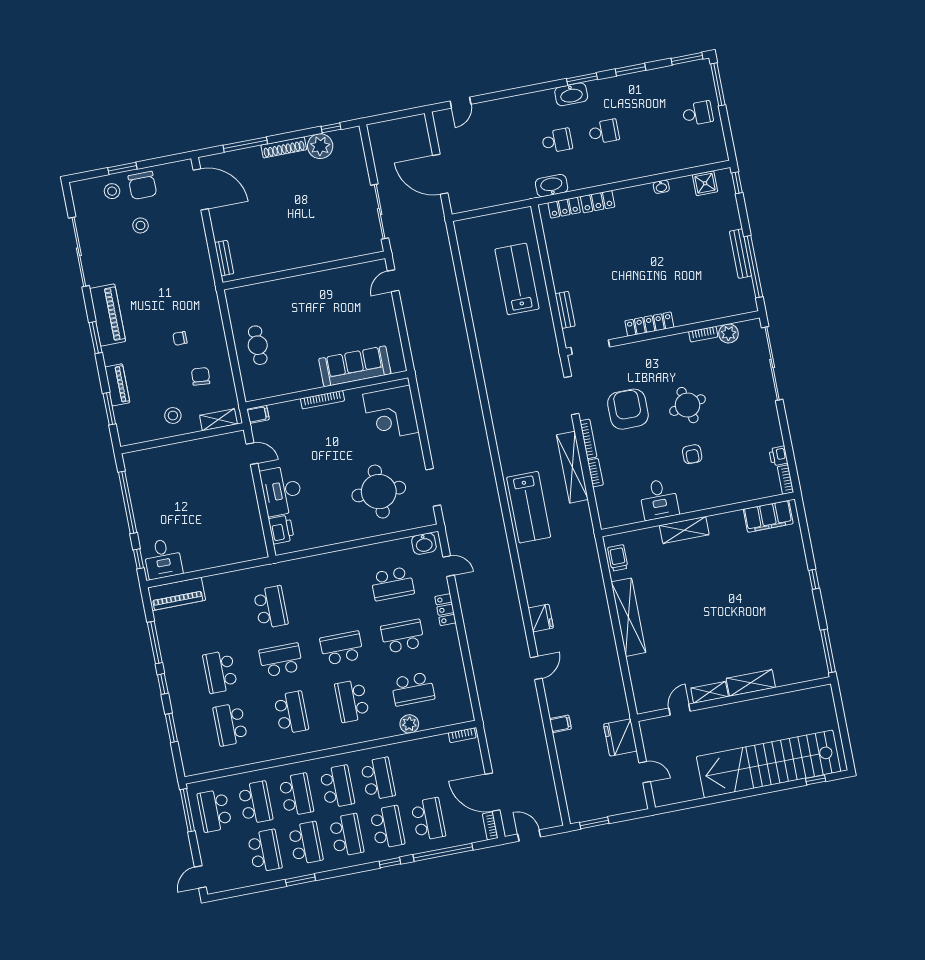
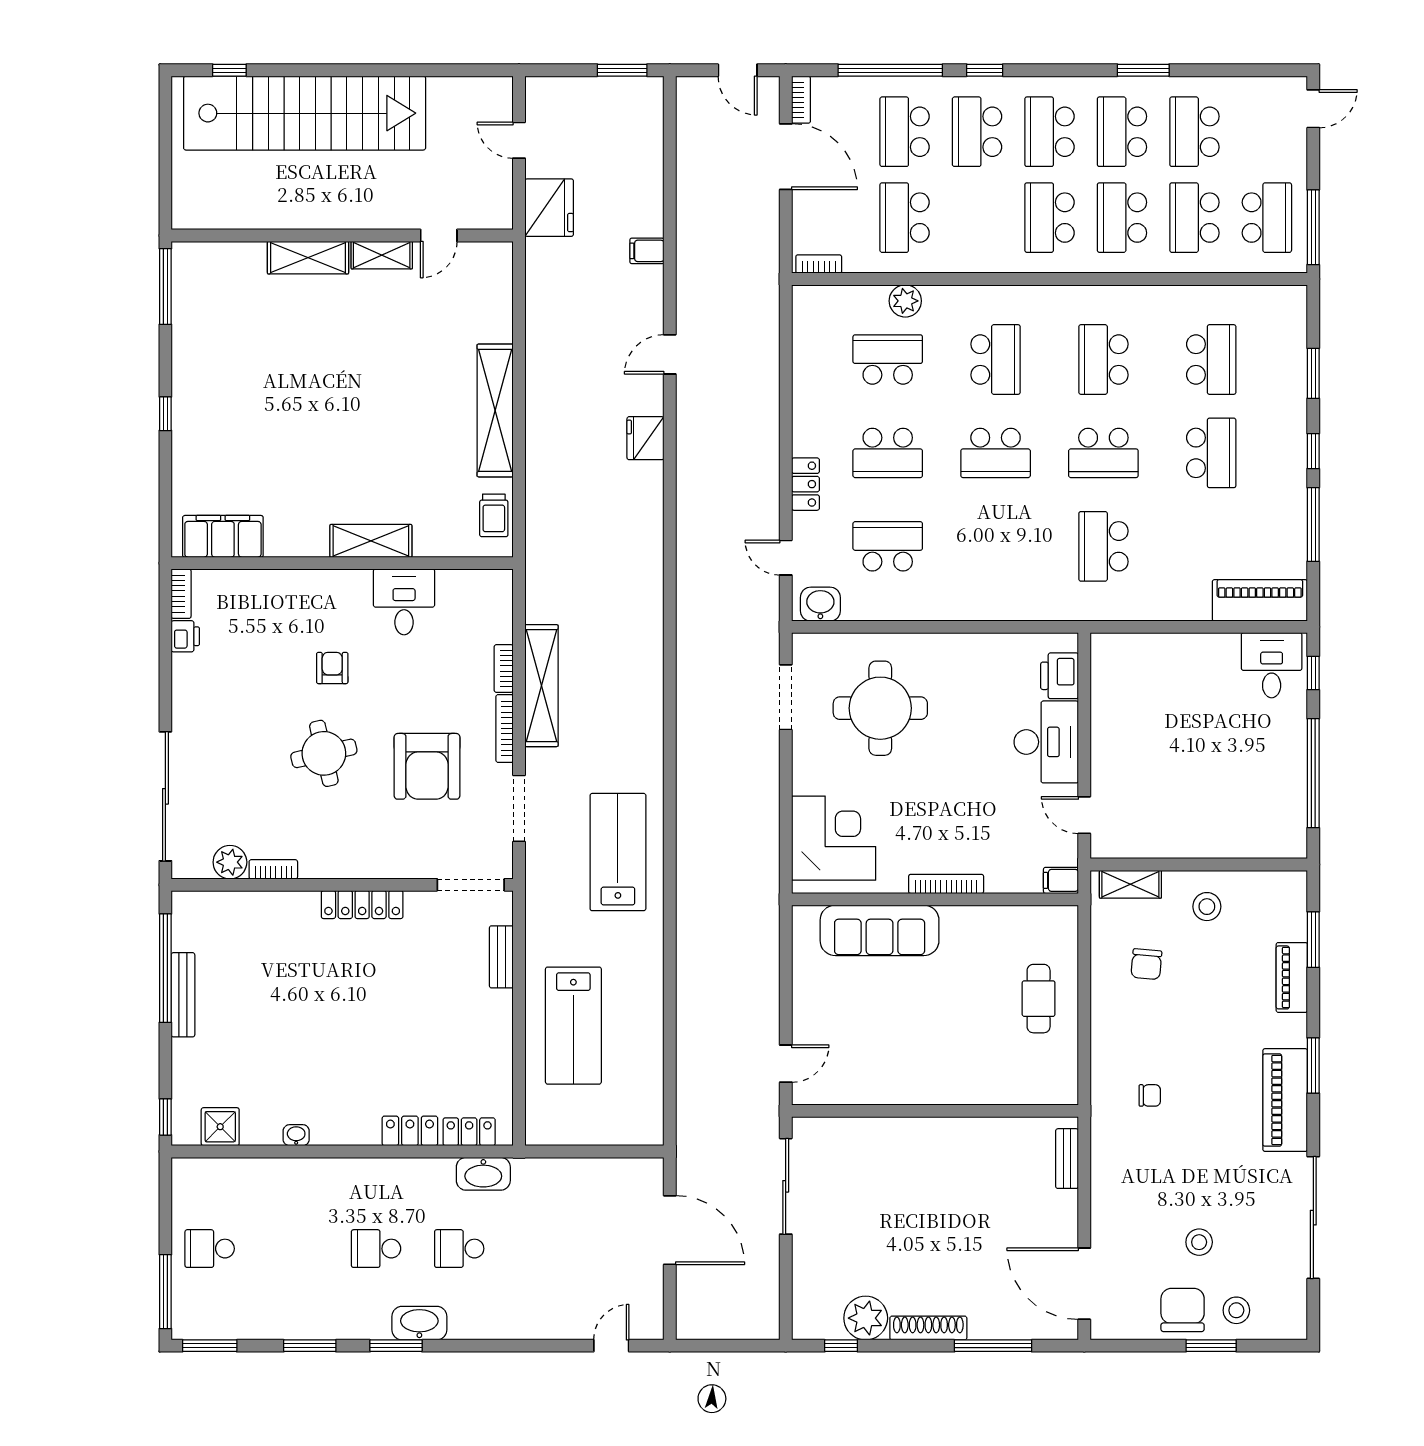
chair: (180, 338) -> (1150, 1095), moved
lab bench: (529, 507) -> (618, 852), moved
school desk: (378, 779) -> (905, 218), moved

